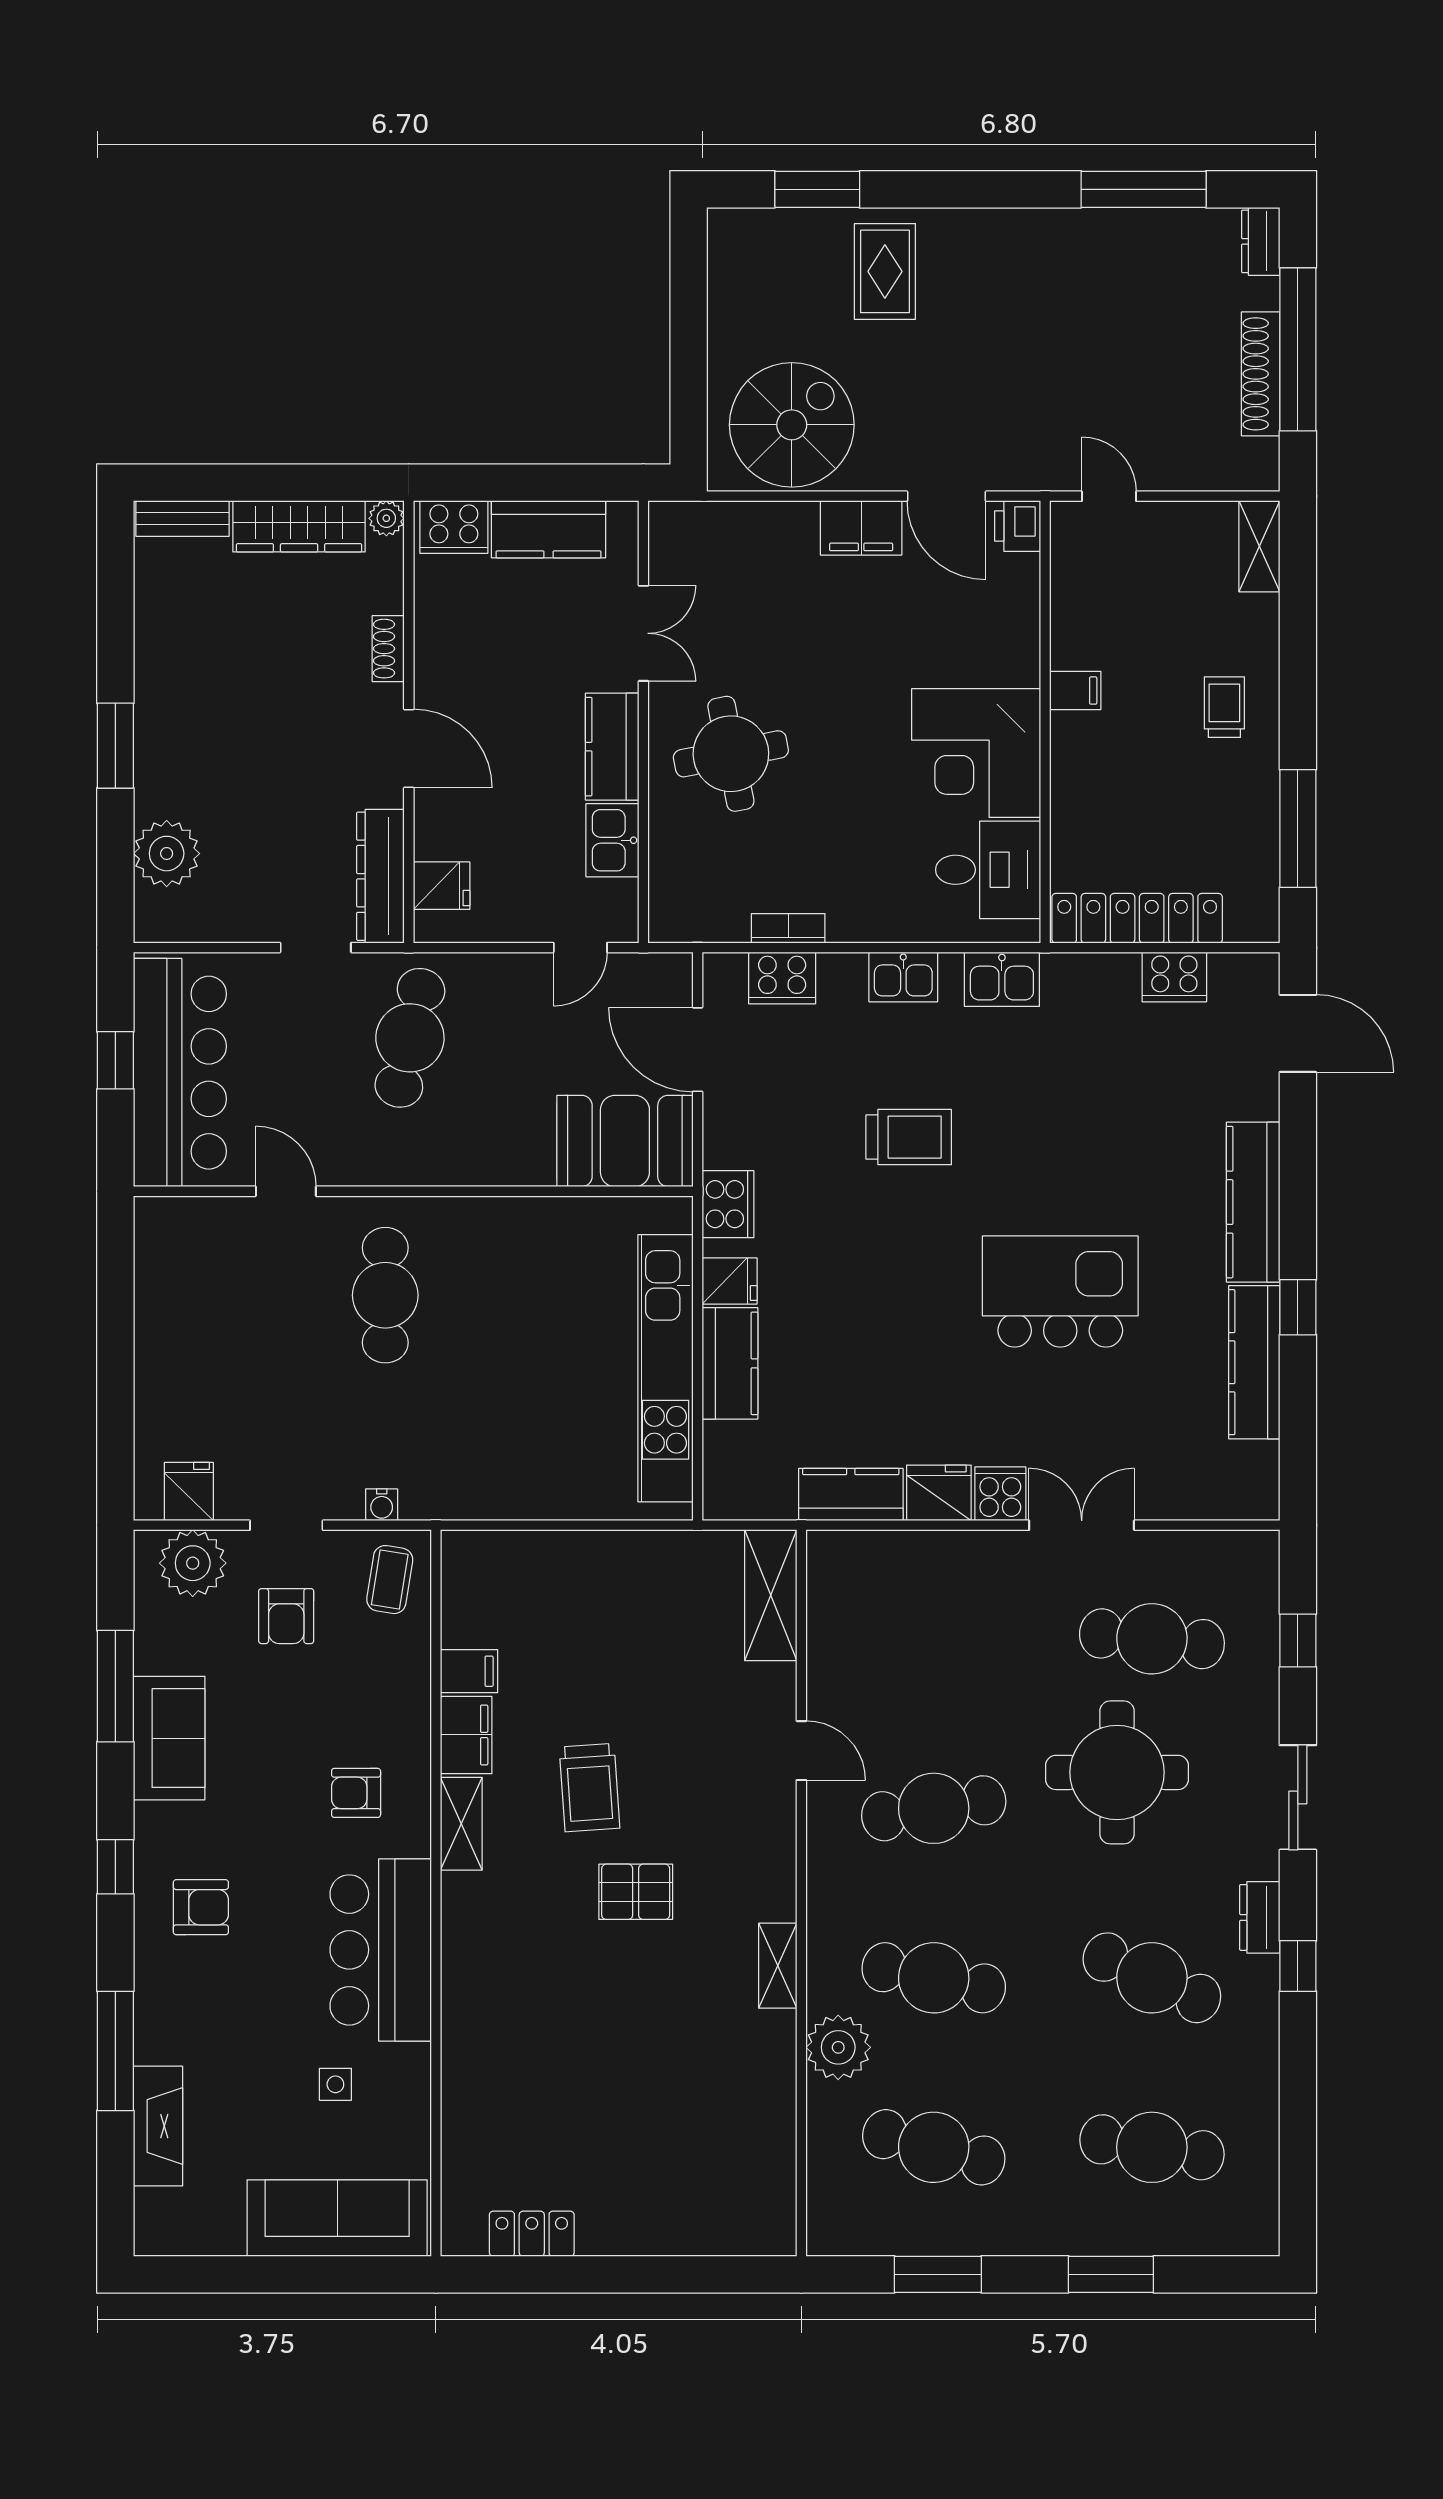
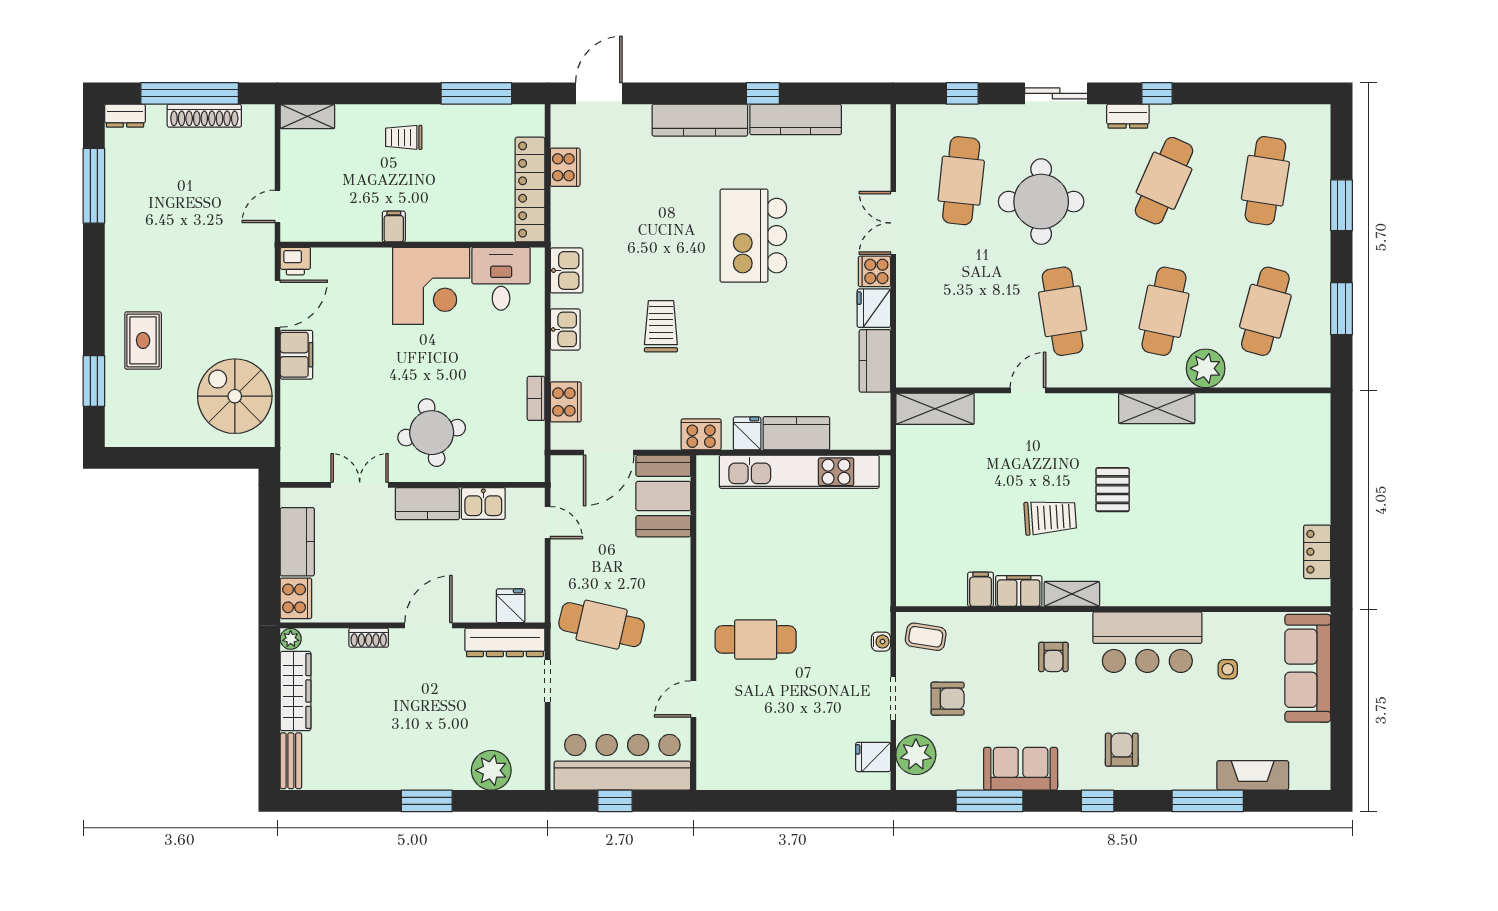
rug: (885, 271) -> (143, 340), turned 90
shelving: (778, 1966) -> (1157, 408), width x1.50, depth x1.33

